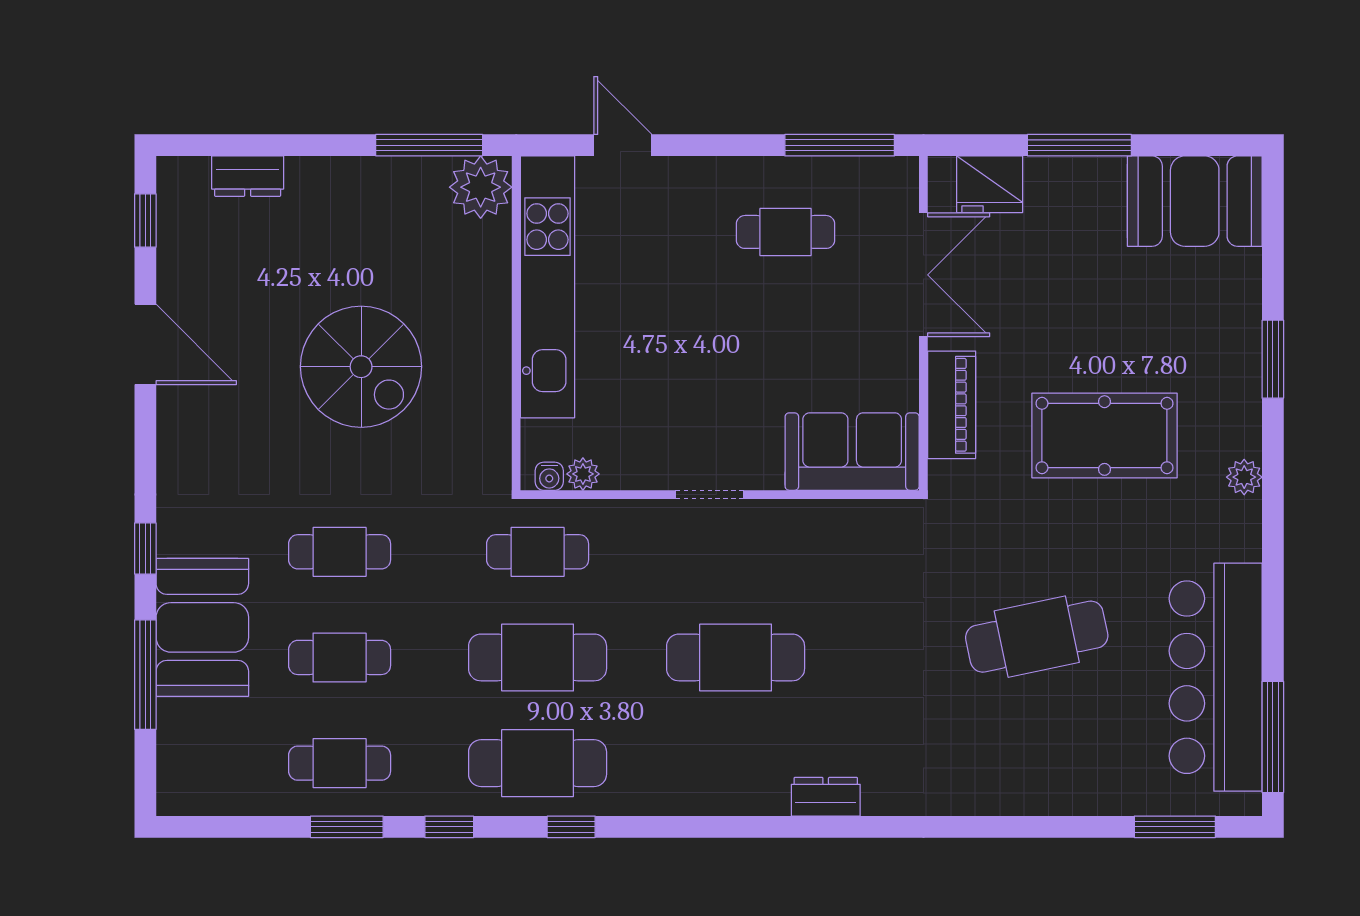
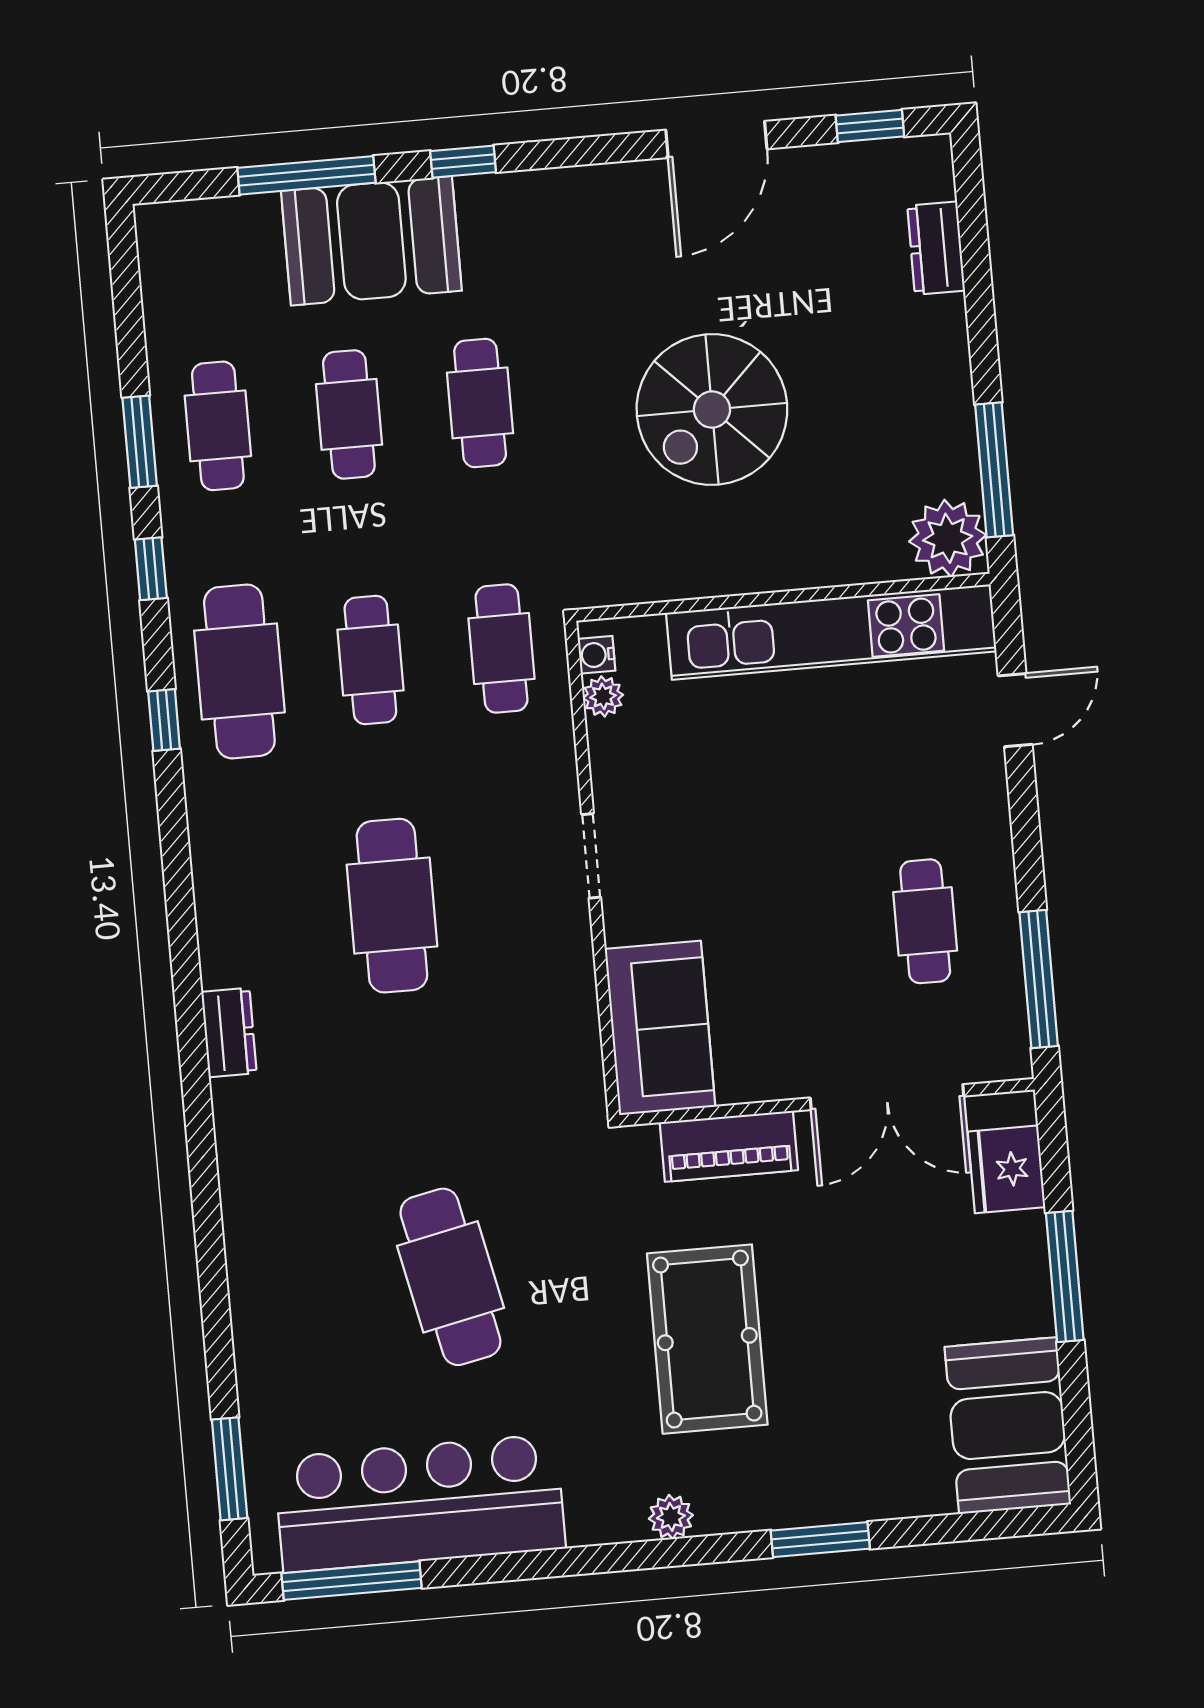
cafe table: (538, 657) -> (370, 660), width x0.73, depth x0.74

